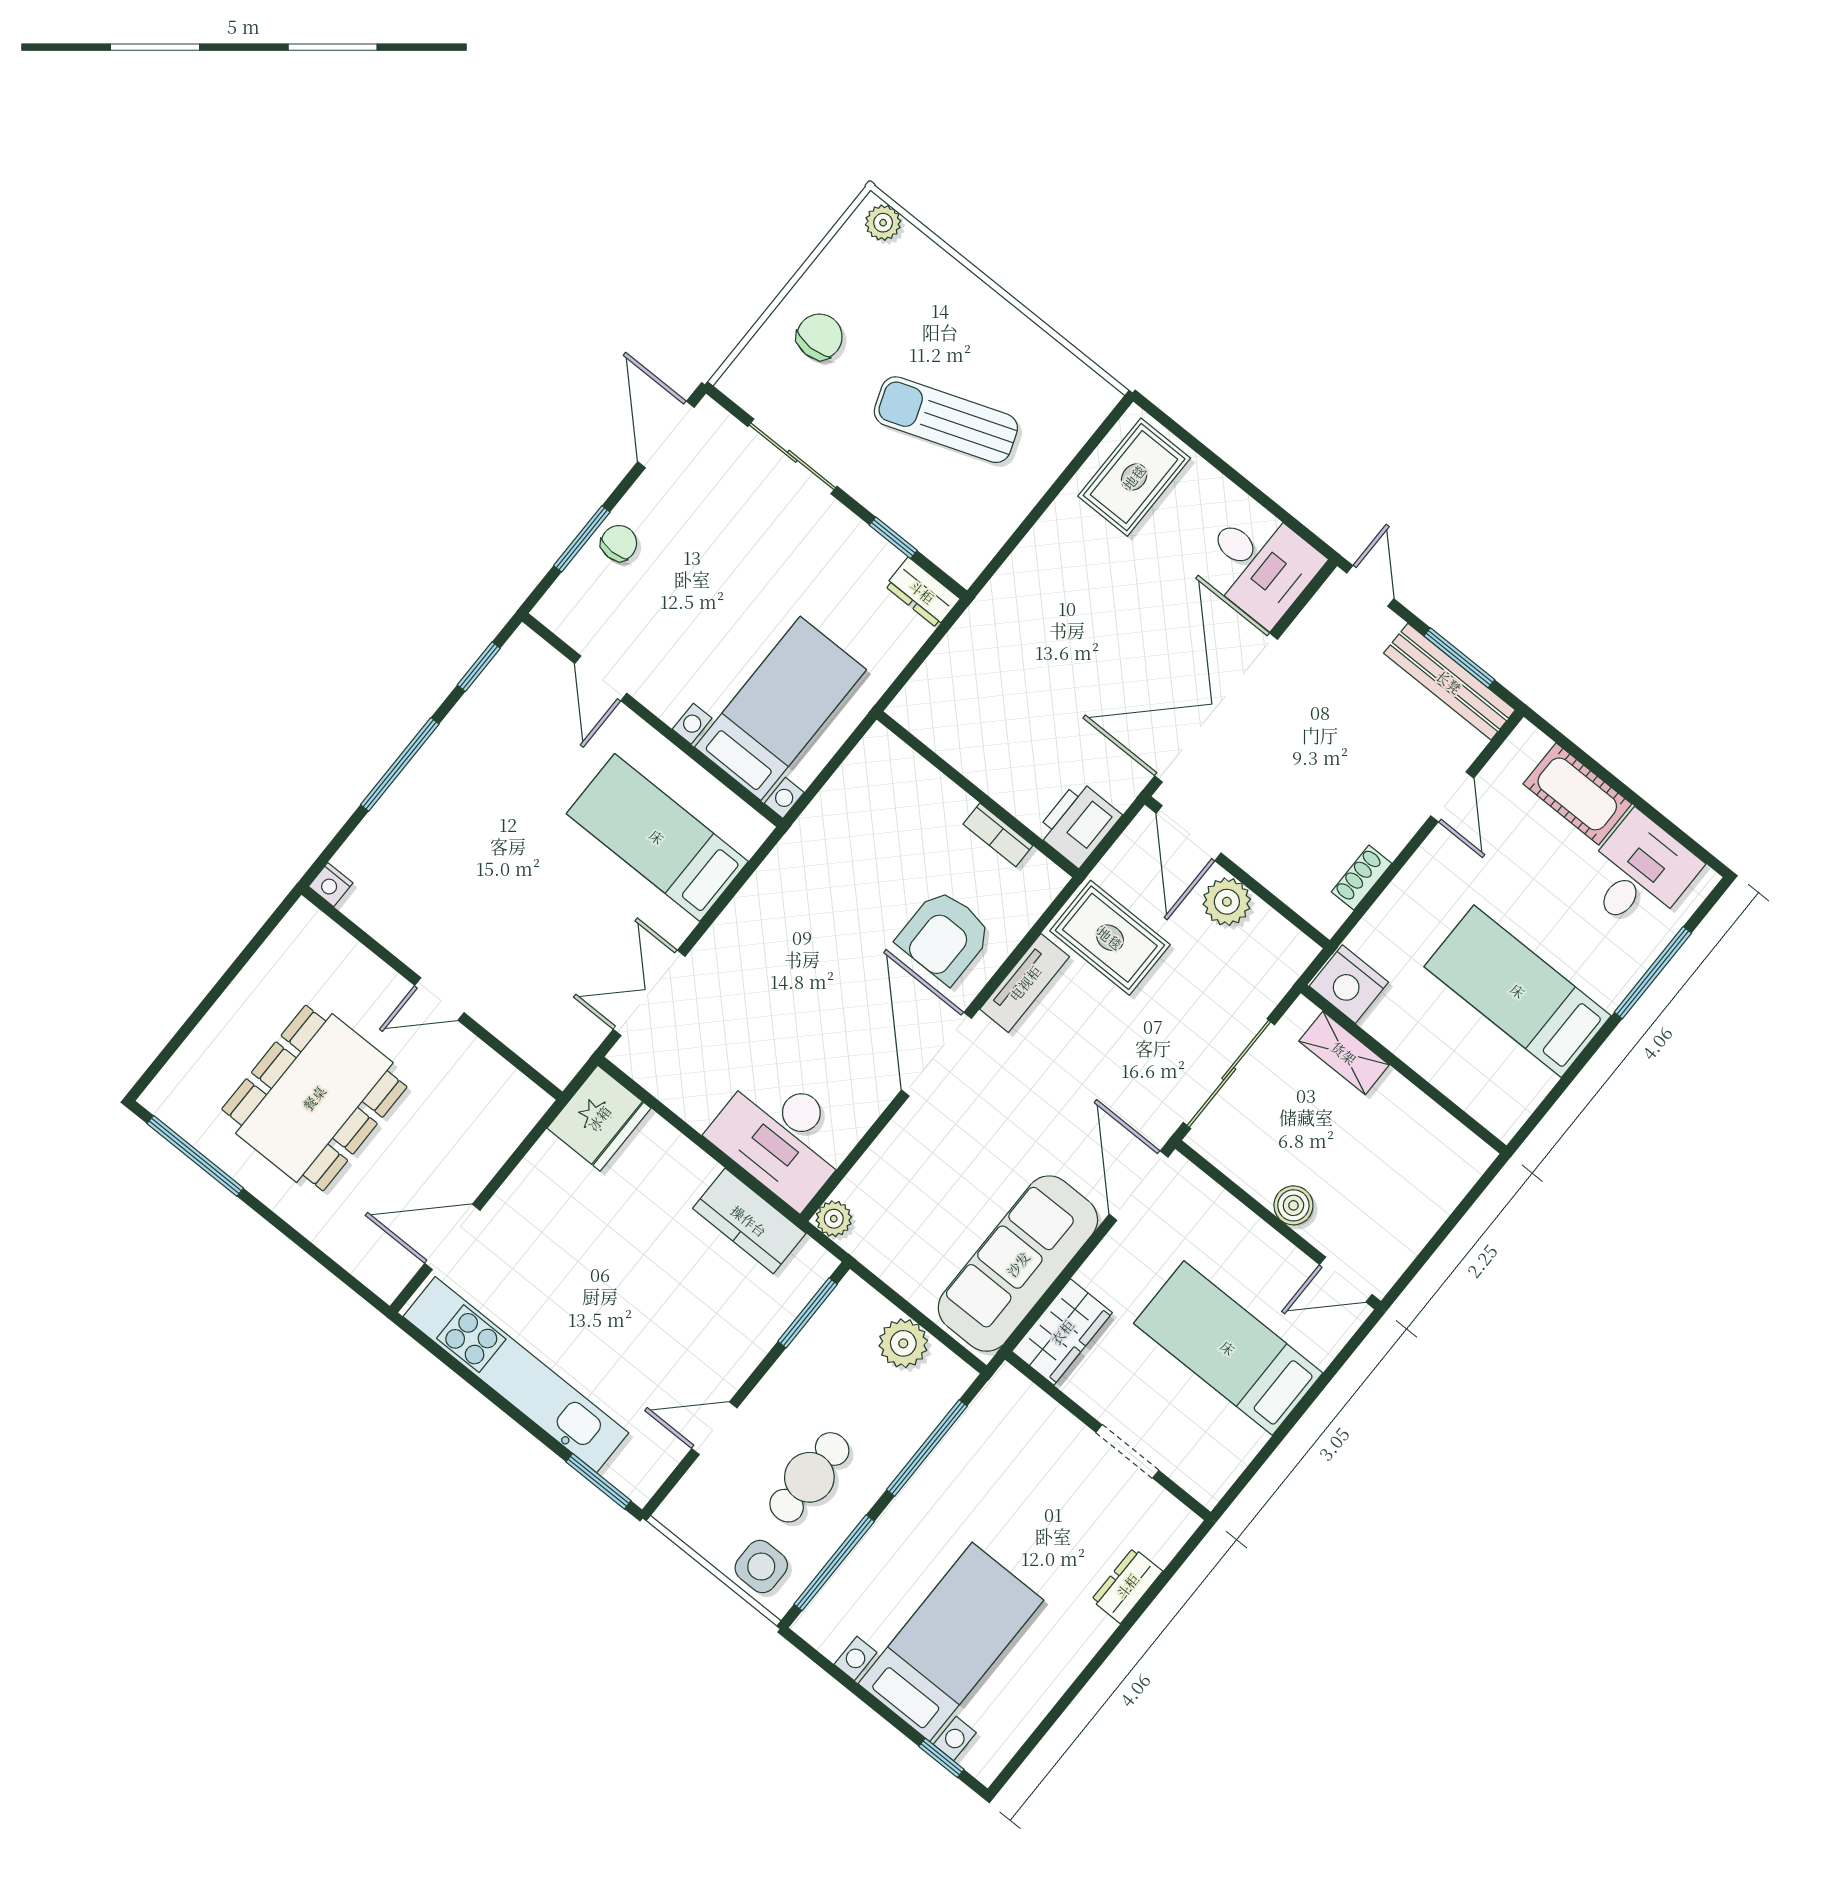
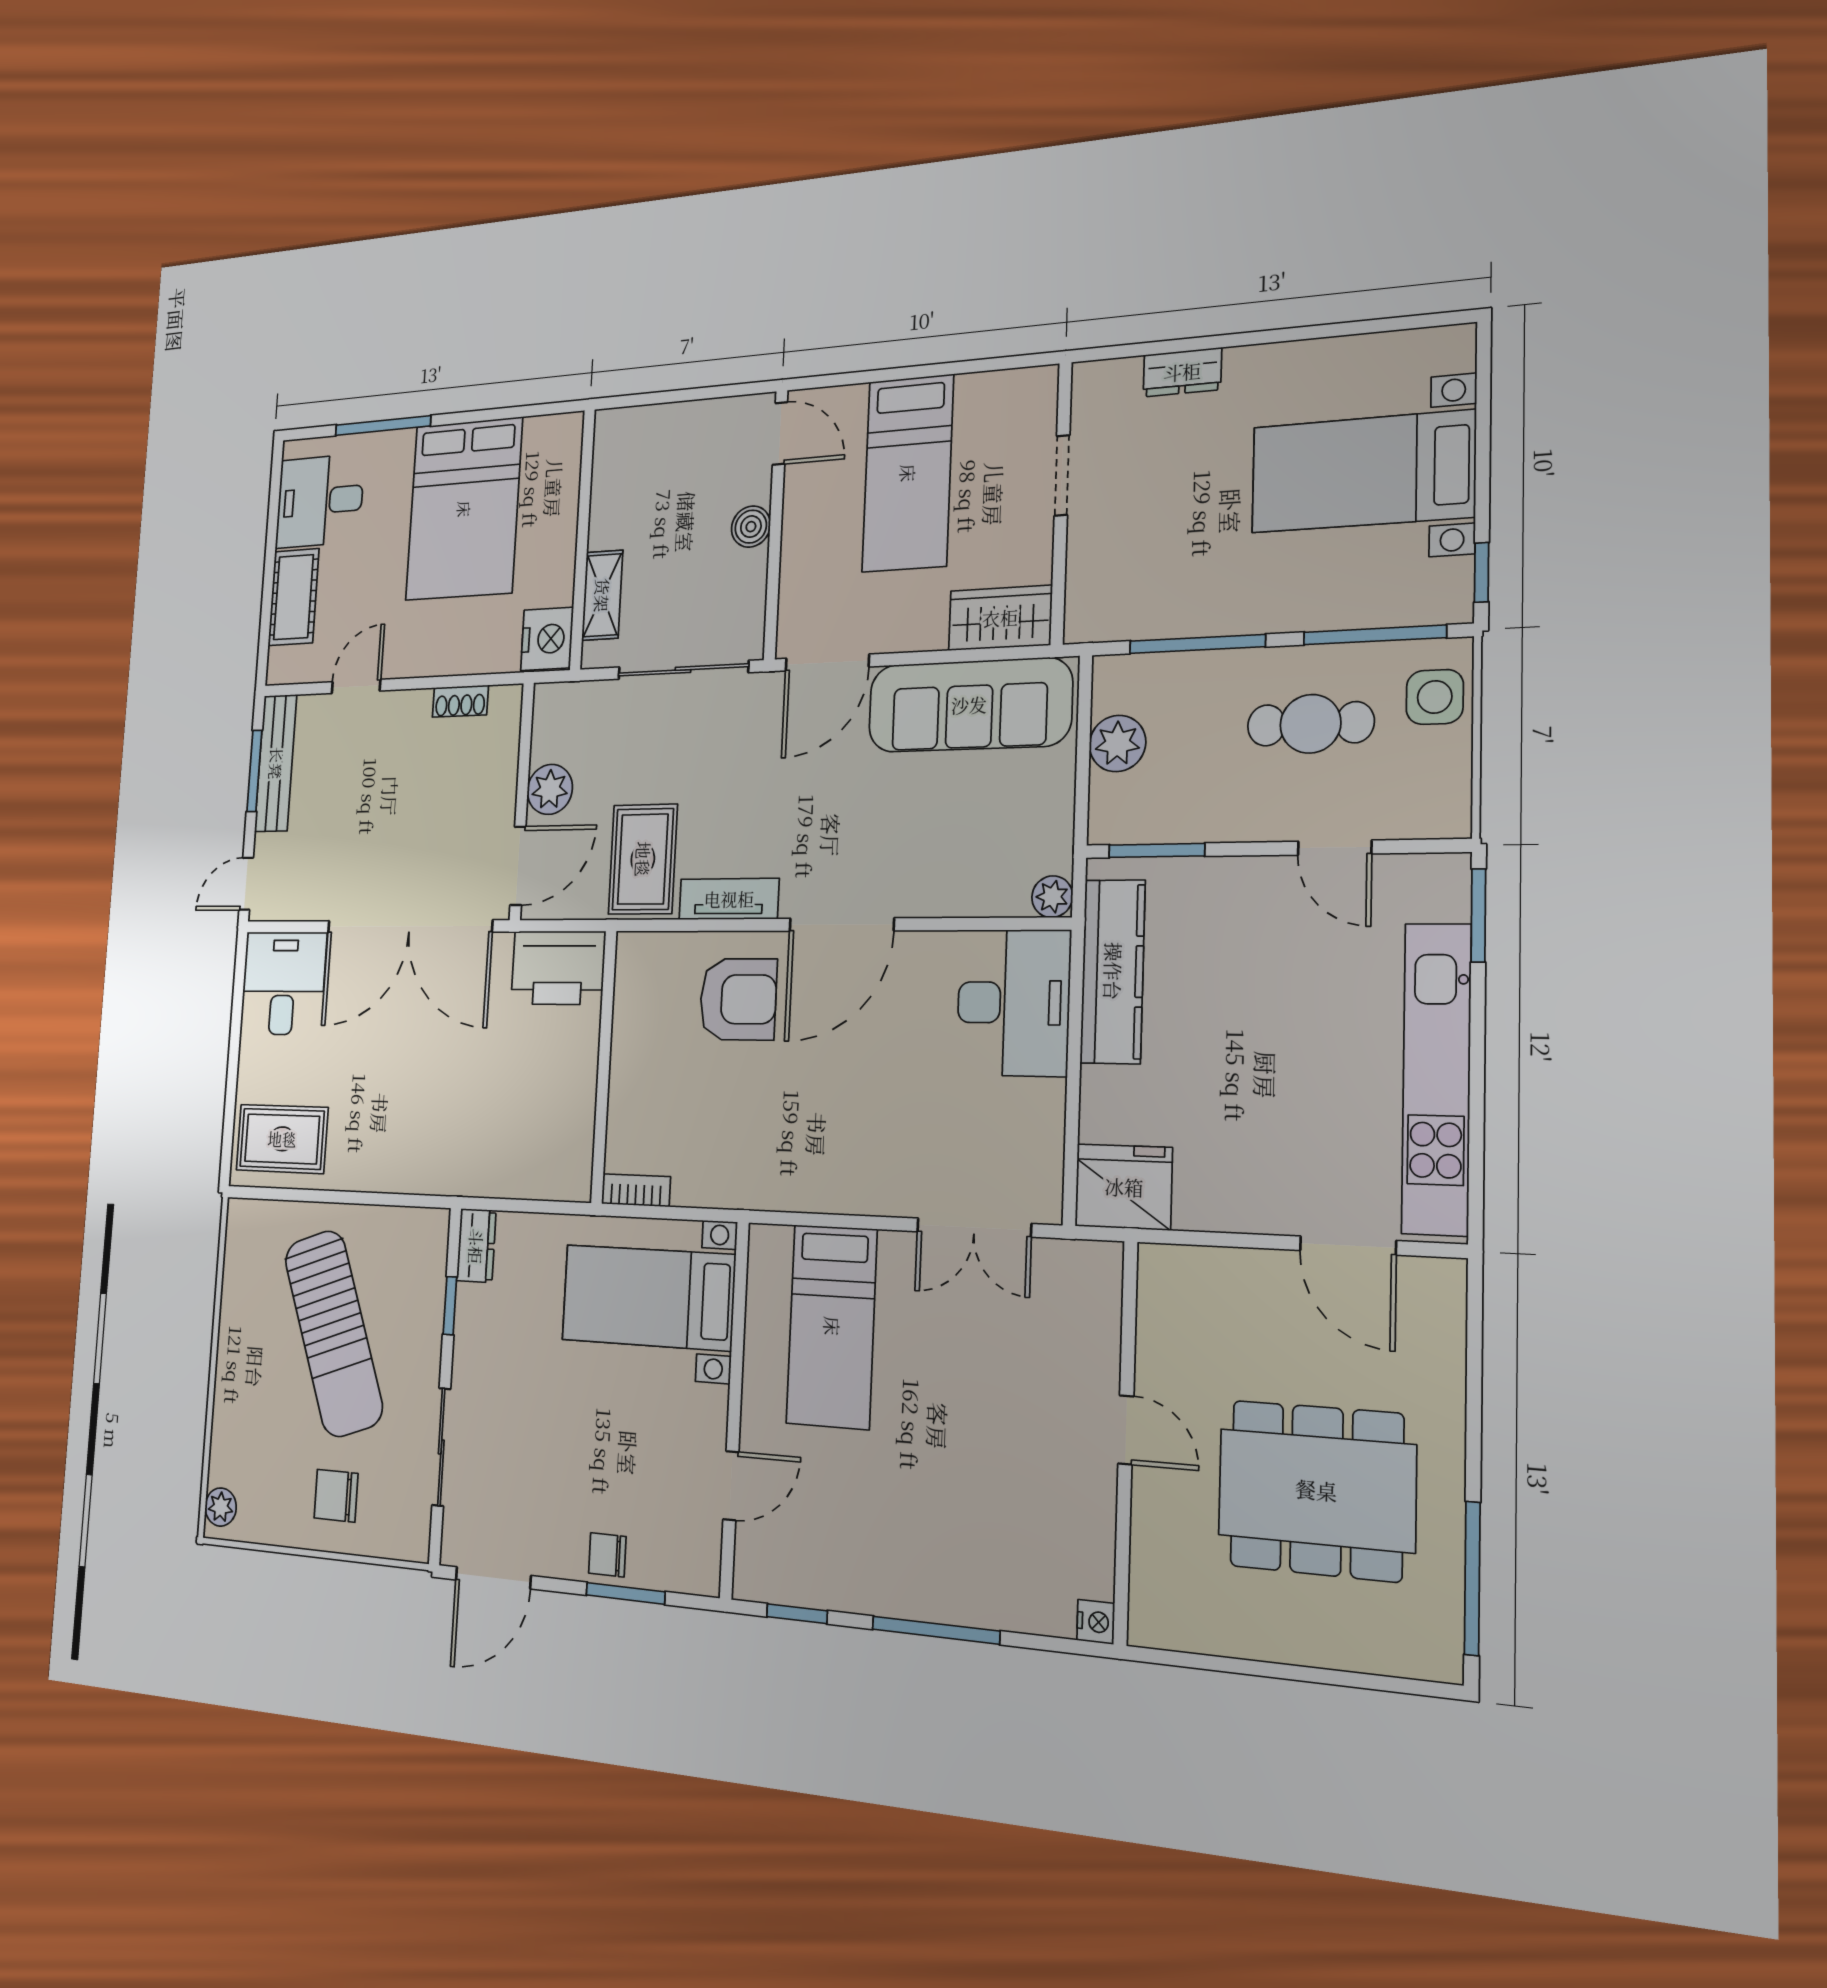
sun lounger: (946, 420) -> (334, 1333), width x1.36, depth x1.34
printer: (1078, 824) -> (558, 968), width x1.37, depth x1.19
bookcase: (998, 835) -> (636, 1190), moved, turned -90
bed: (1518, 991) -> (464, 509), width x1.50
kitchen counter: (749, 1221) -> (1113, 971), width x1.50
window: (941, 1758) -> (1482, 572), moved

